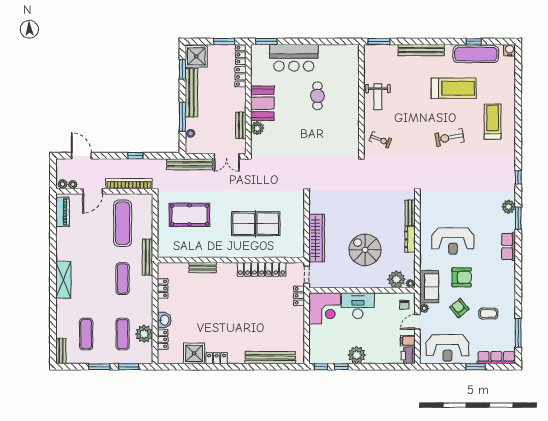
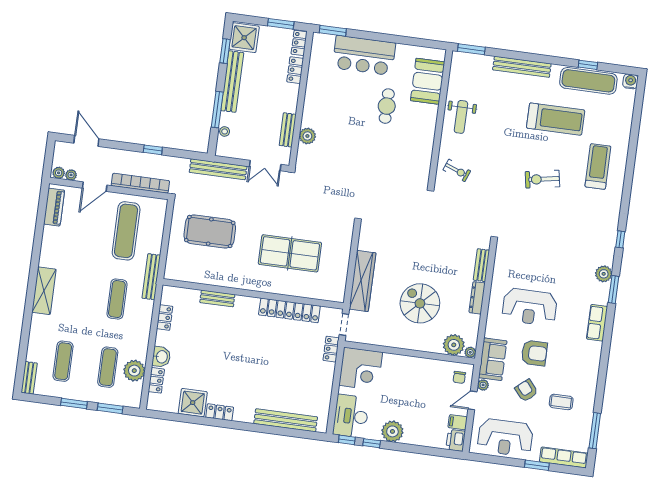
booth: (262, 103) -> (428, 81), moved
desk: (358, 306) -> (351, 416), moved, turned -90

